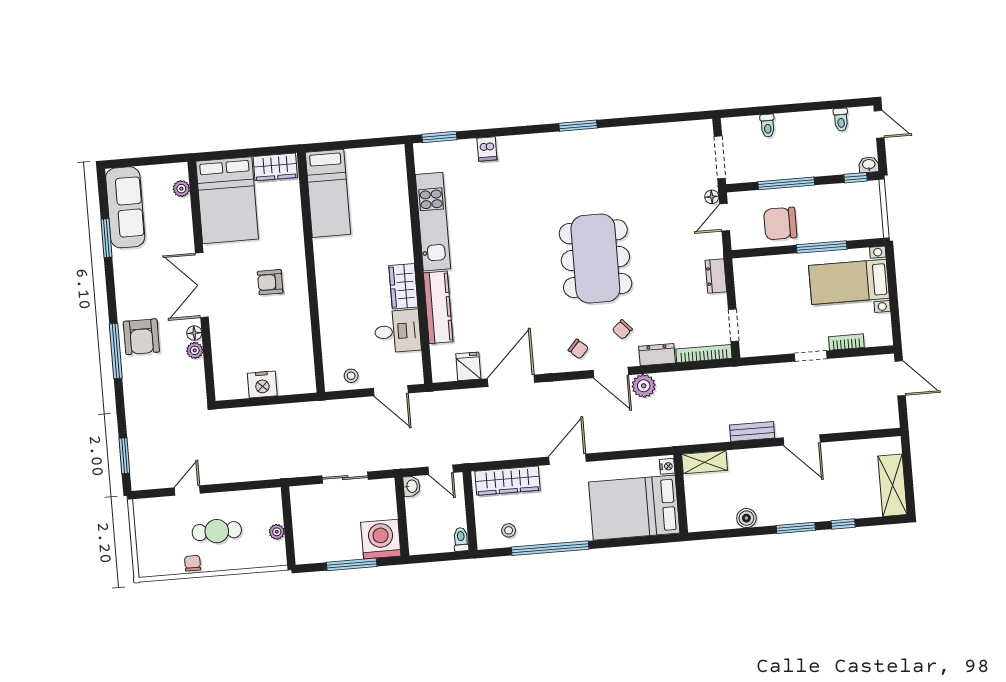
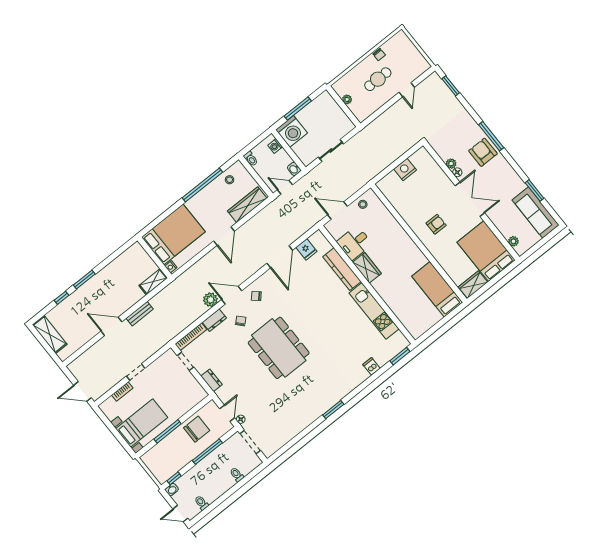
boiler: (746, 518) -> (113, 268), removed
washing machine: (416, 534) -> (275, 146), added

